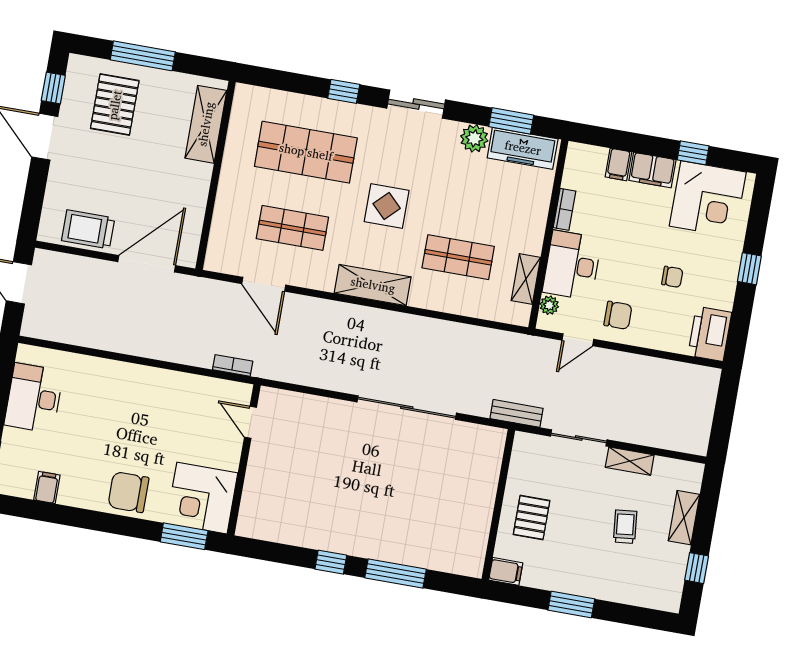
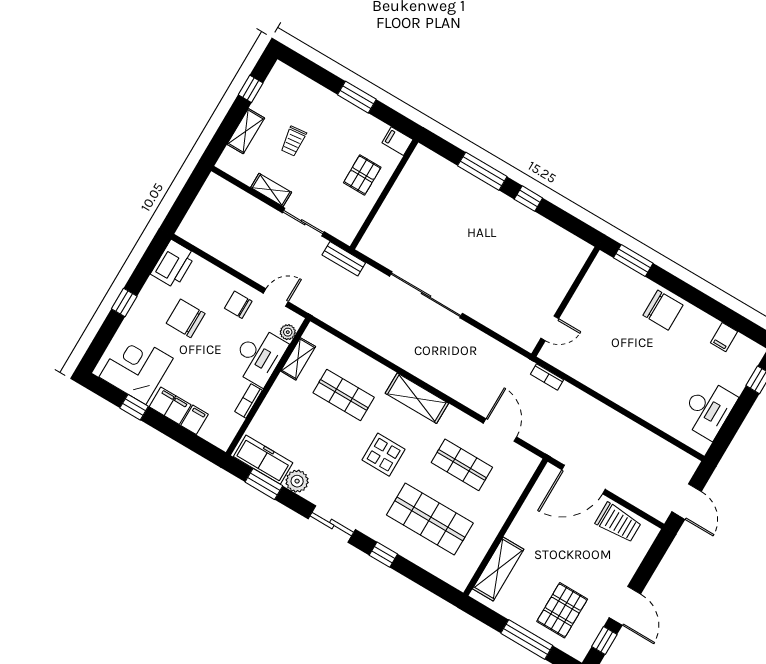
chair: (672, 277) -> (186, 318), width x1.87, depth x1.87
door: (250, 422) -> (550, 328), hinge flipped
corner desk: (202, 498) -> (609, 284), removed

